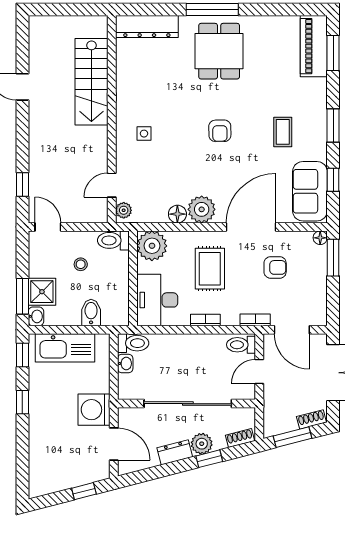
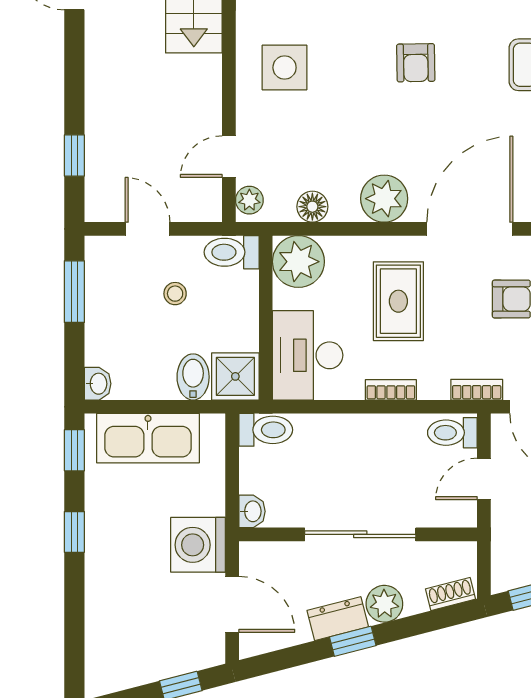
side table: (144, 134) -> (285, 68), width x1.87, depth x1.87
floor lamp: (177, 214) -> (312, 207), moved
door: (48, 227) -> (148, 229), moved
shower: (42, 292) -> (235, 376), moved
window: (22, 296) -> (74, 292), moved
washbasin: (125, 364) -> (252, 511), moved
sliding door: (188, 404) -> (360, 534), width x0.73
window: (209, 459) -> (353, 641), moved

